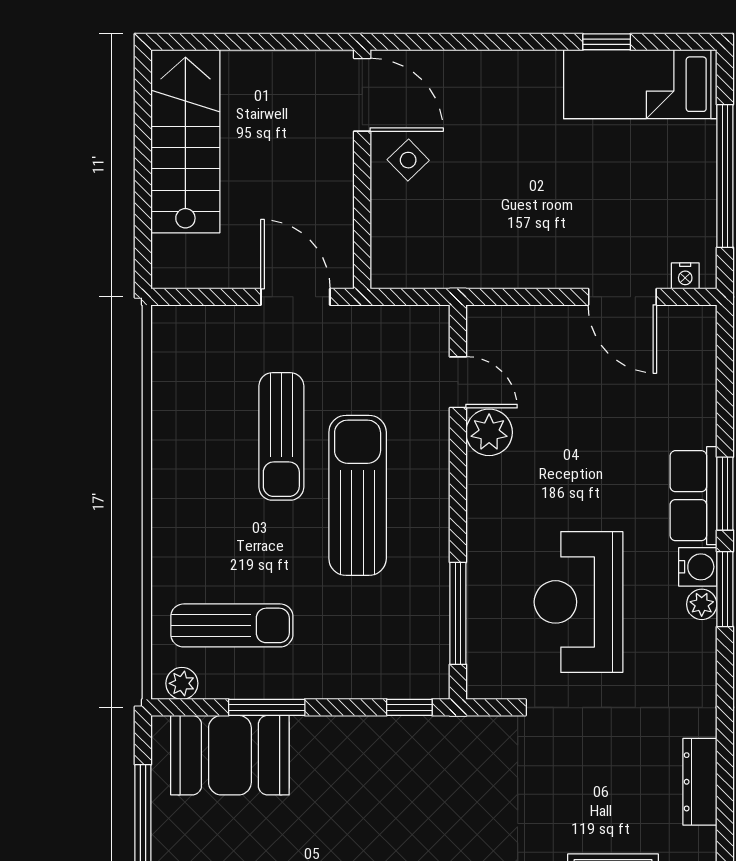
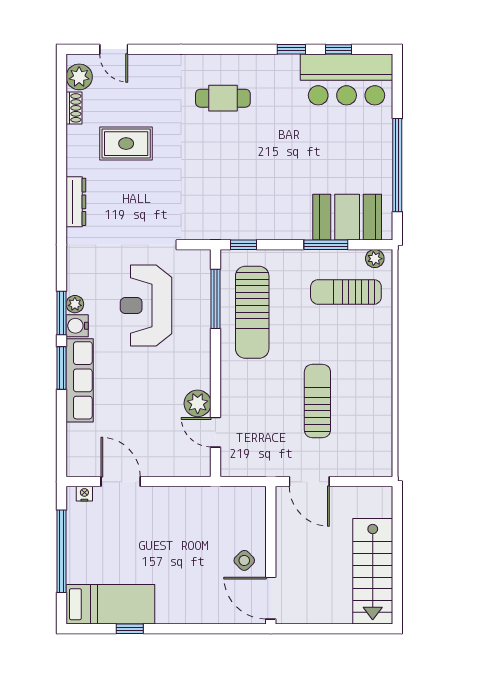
sun lounger: (358, 495) -> (252, 312), moved
row of seats: (694, 496) -> (80, 380), width x1.48
reception desk: (579, 602) -> (146, 306), turned 180

